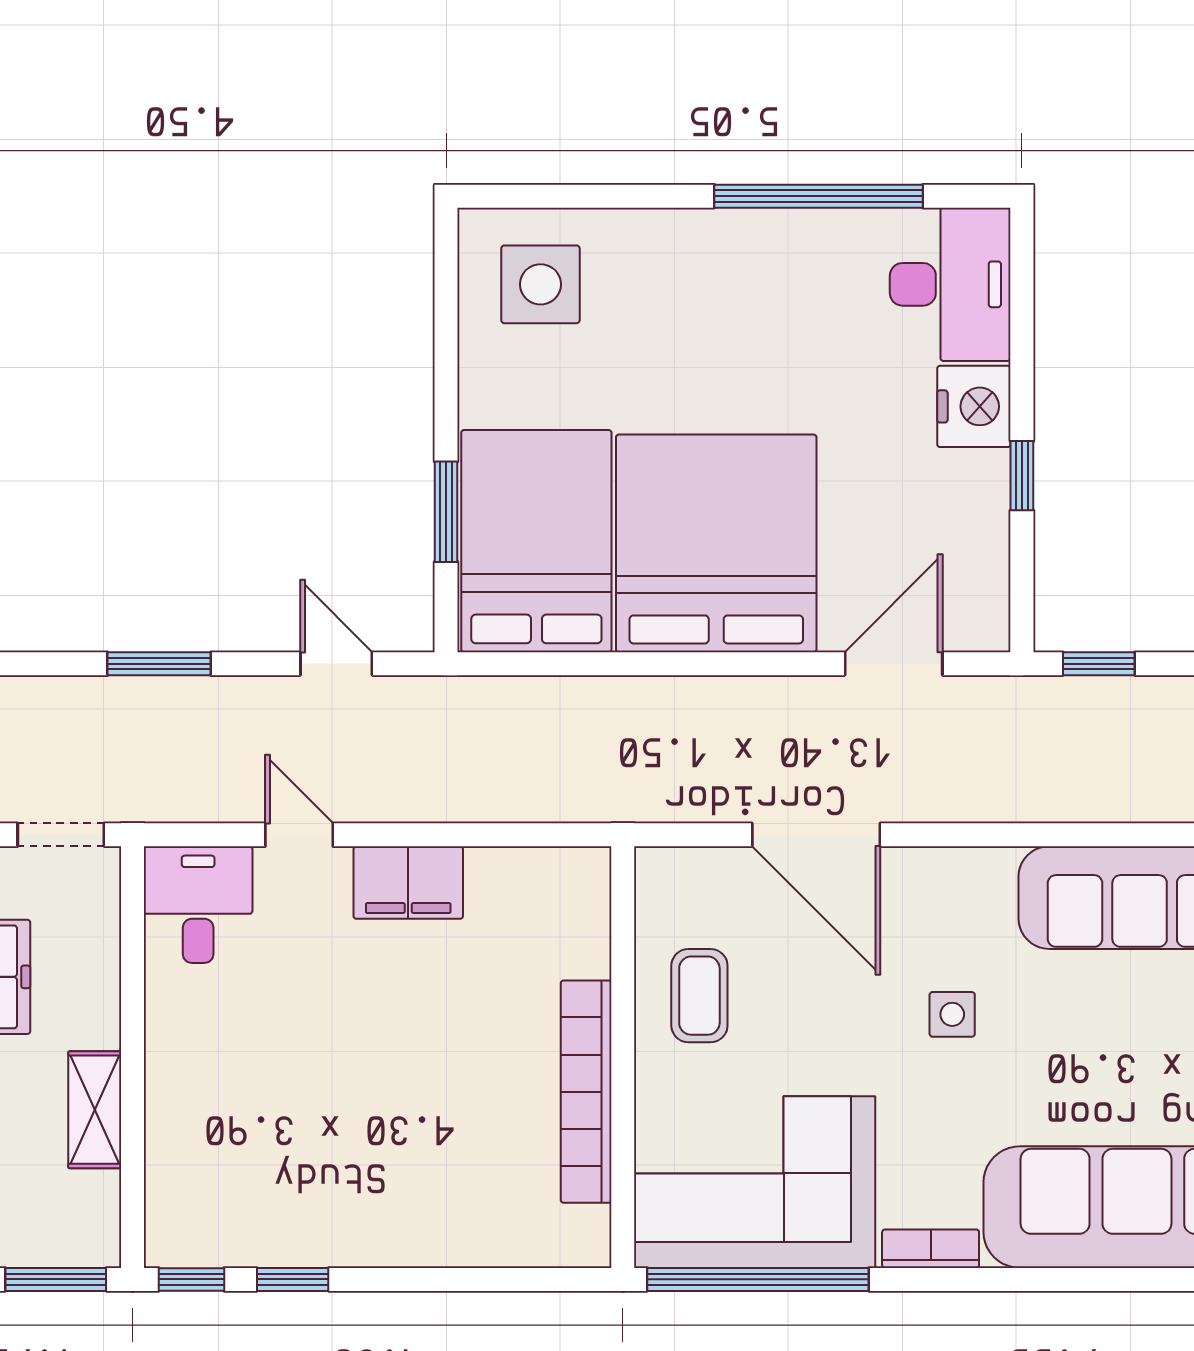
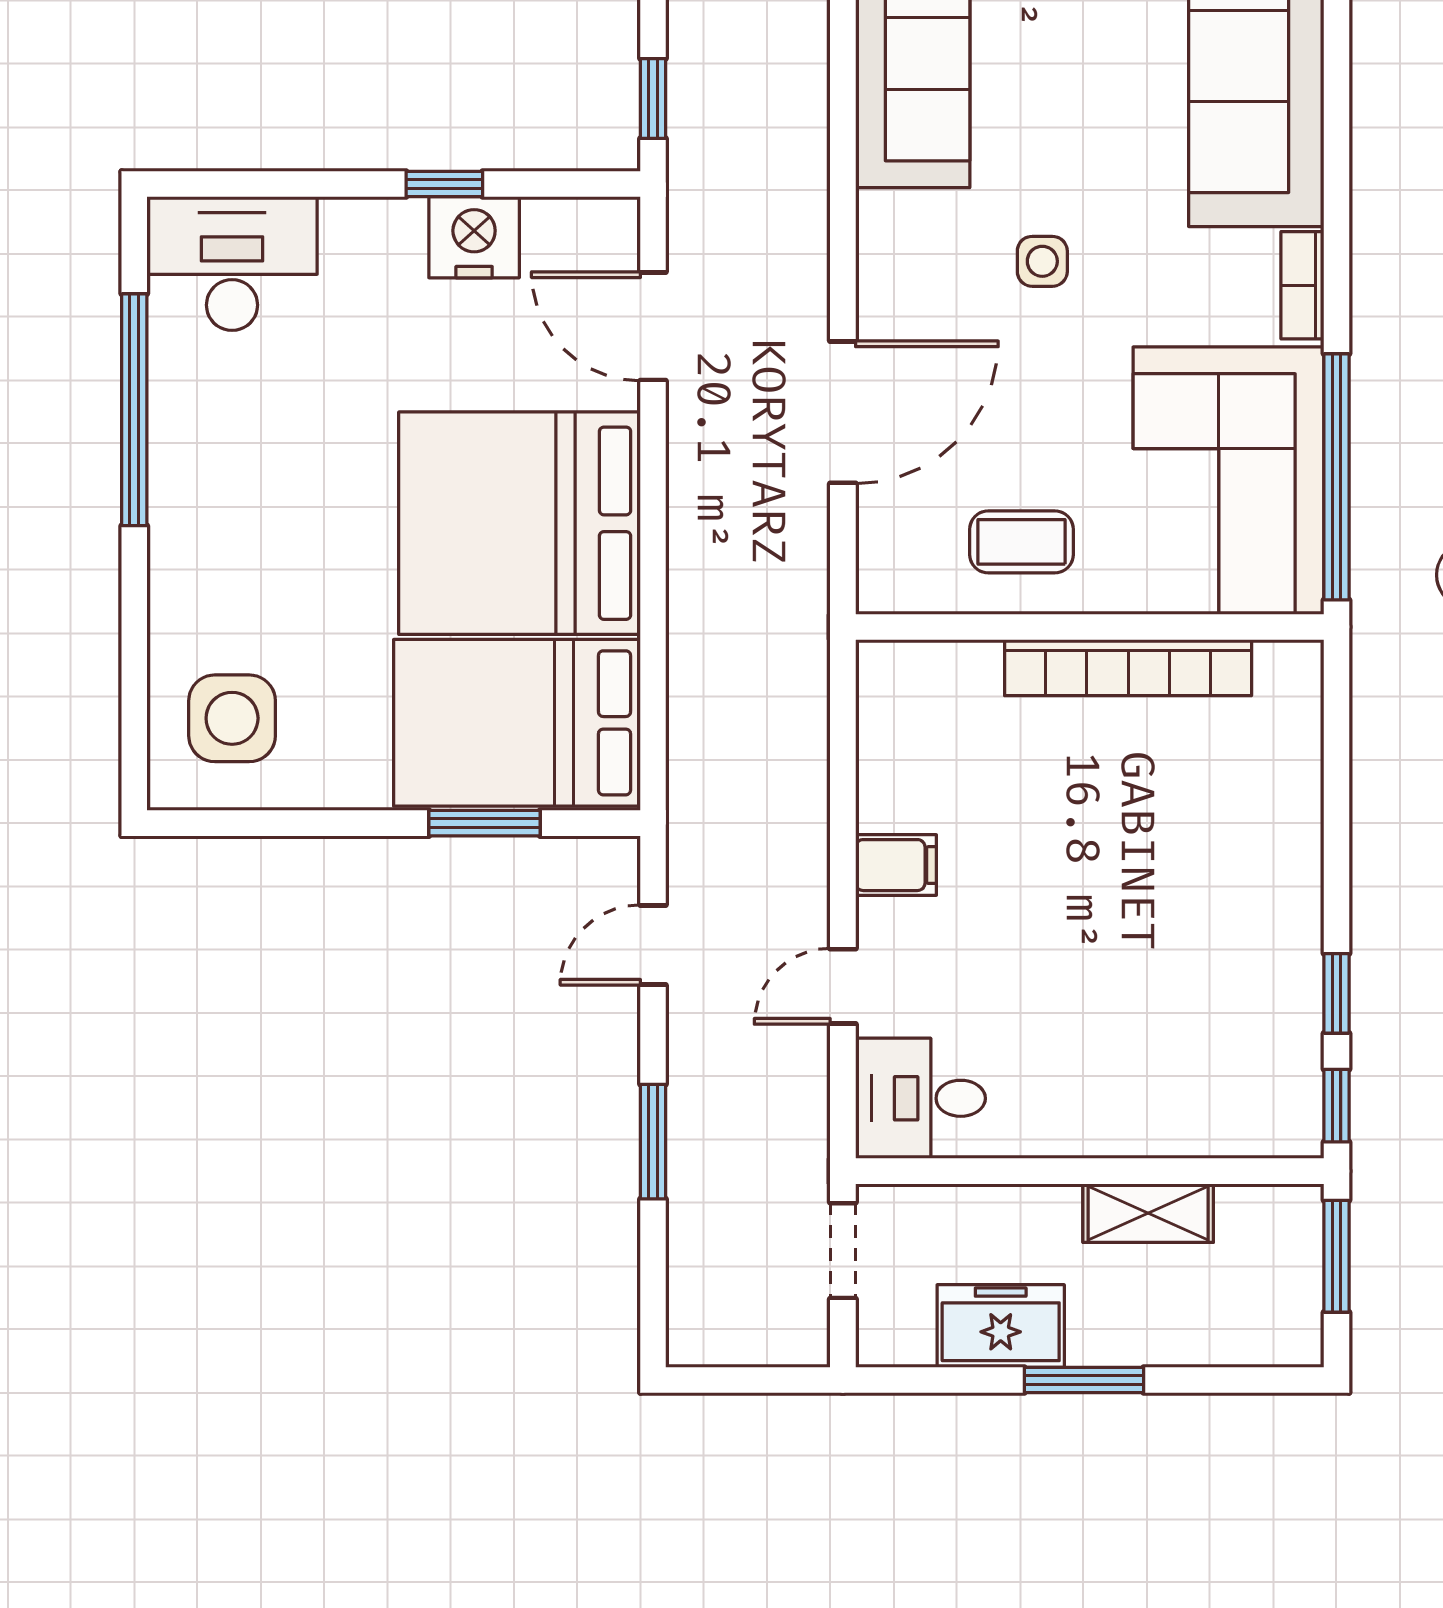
nightstand: (974, 406) -> (474, 237), moved
filing cabinet: (408, 883) -> (896, 865), width x0.50

